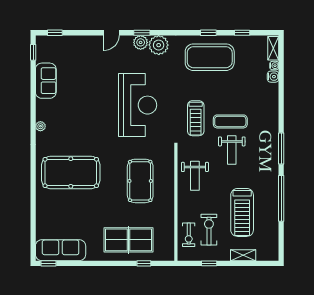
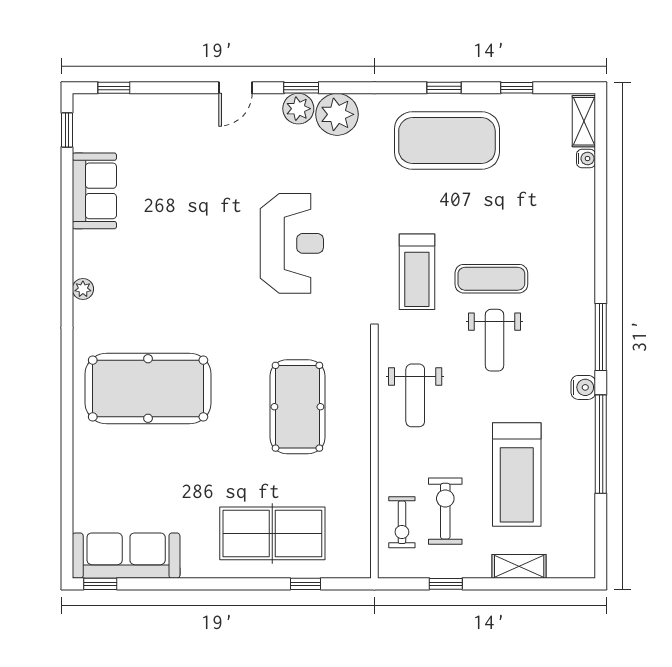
water cooler: (273, 77) -> (583, 387), moved
reception desk: (138, 105) -> (292, 243), width x0.74, depth x0.77

